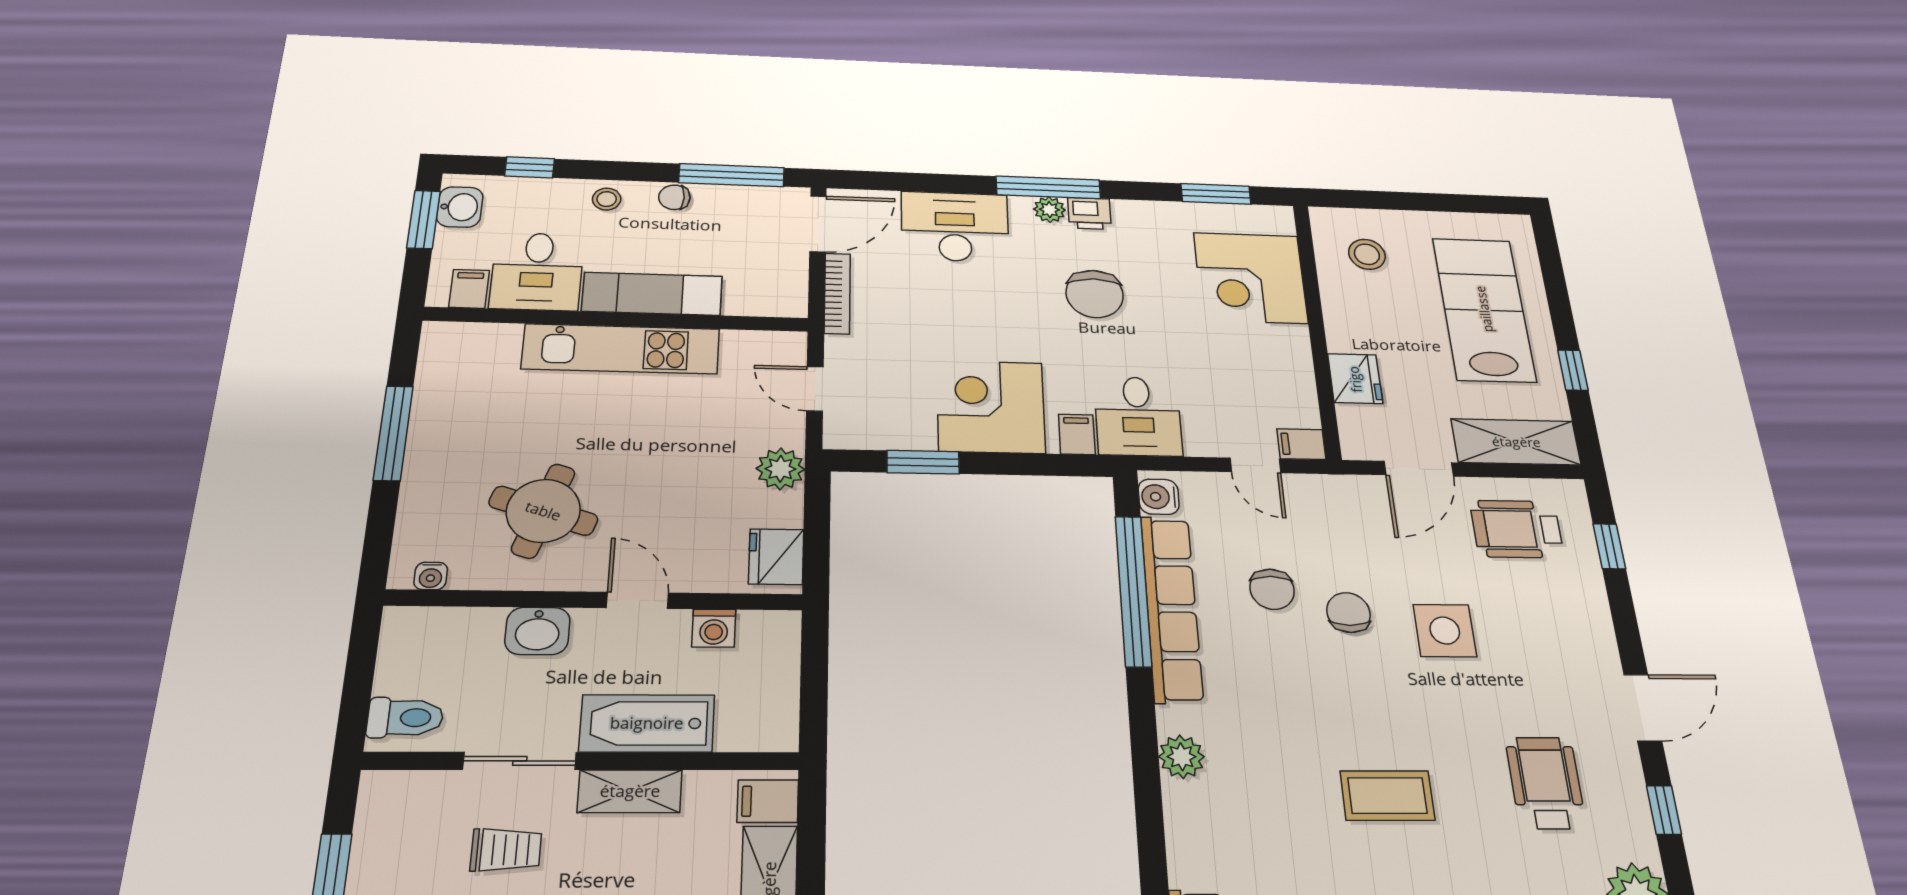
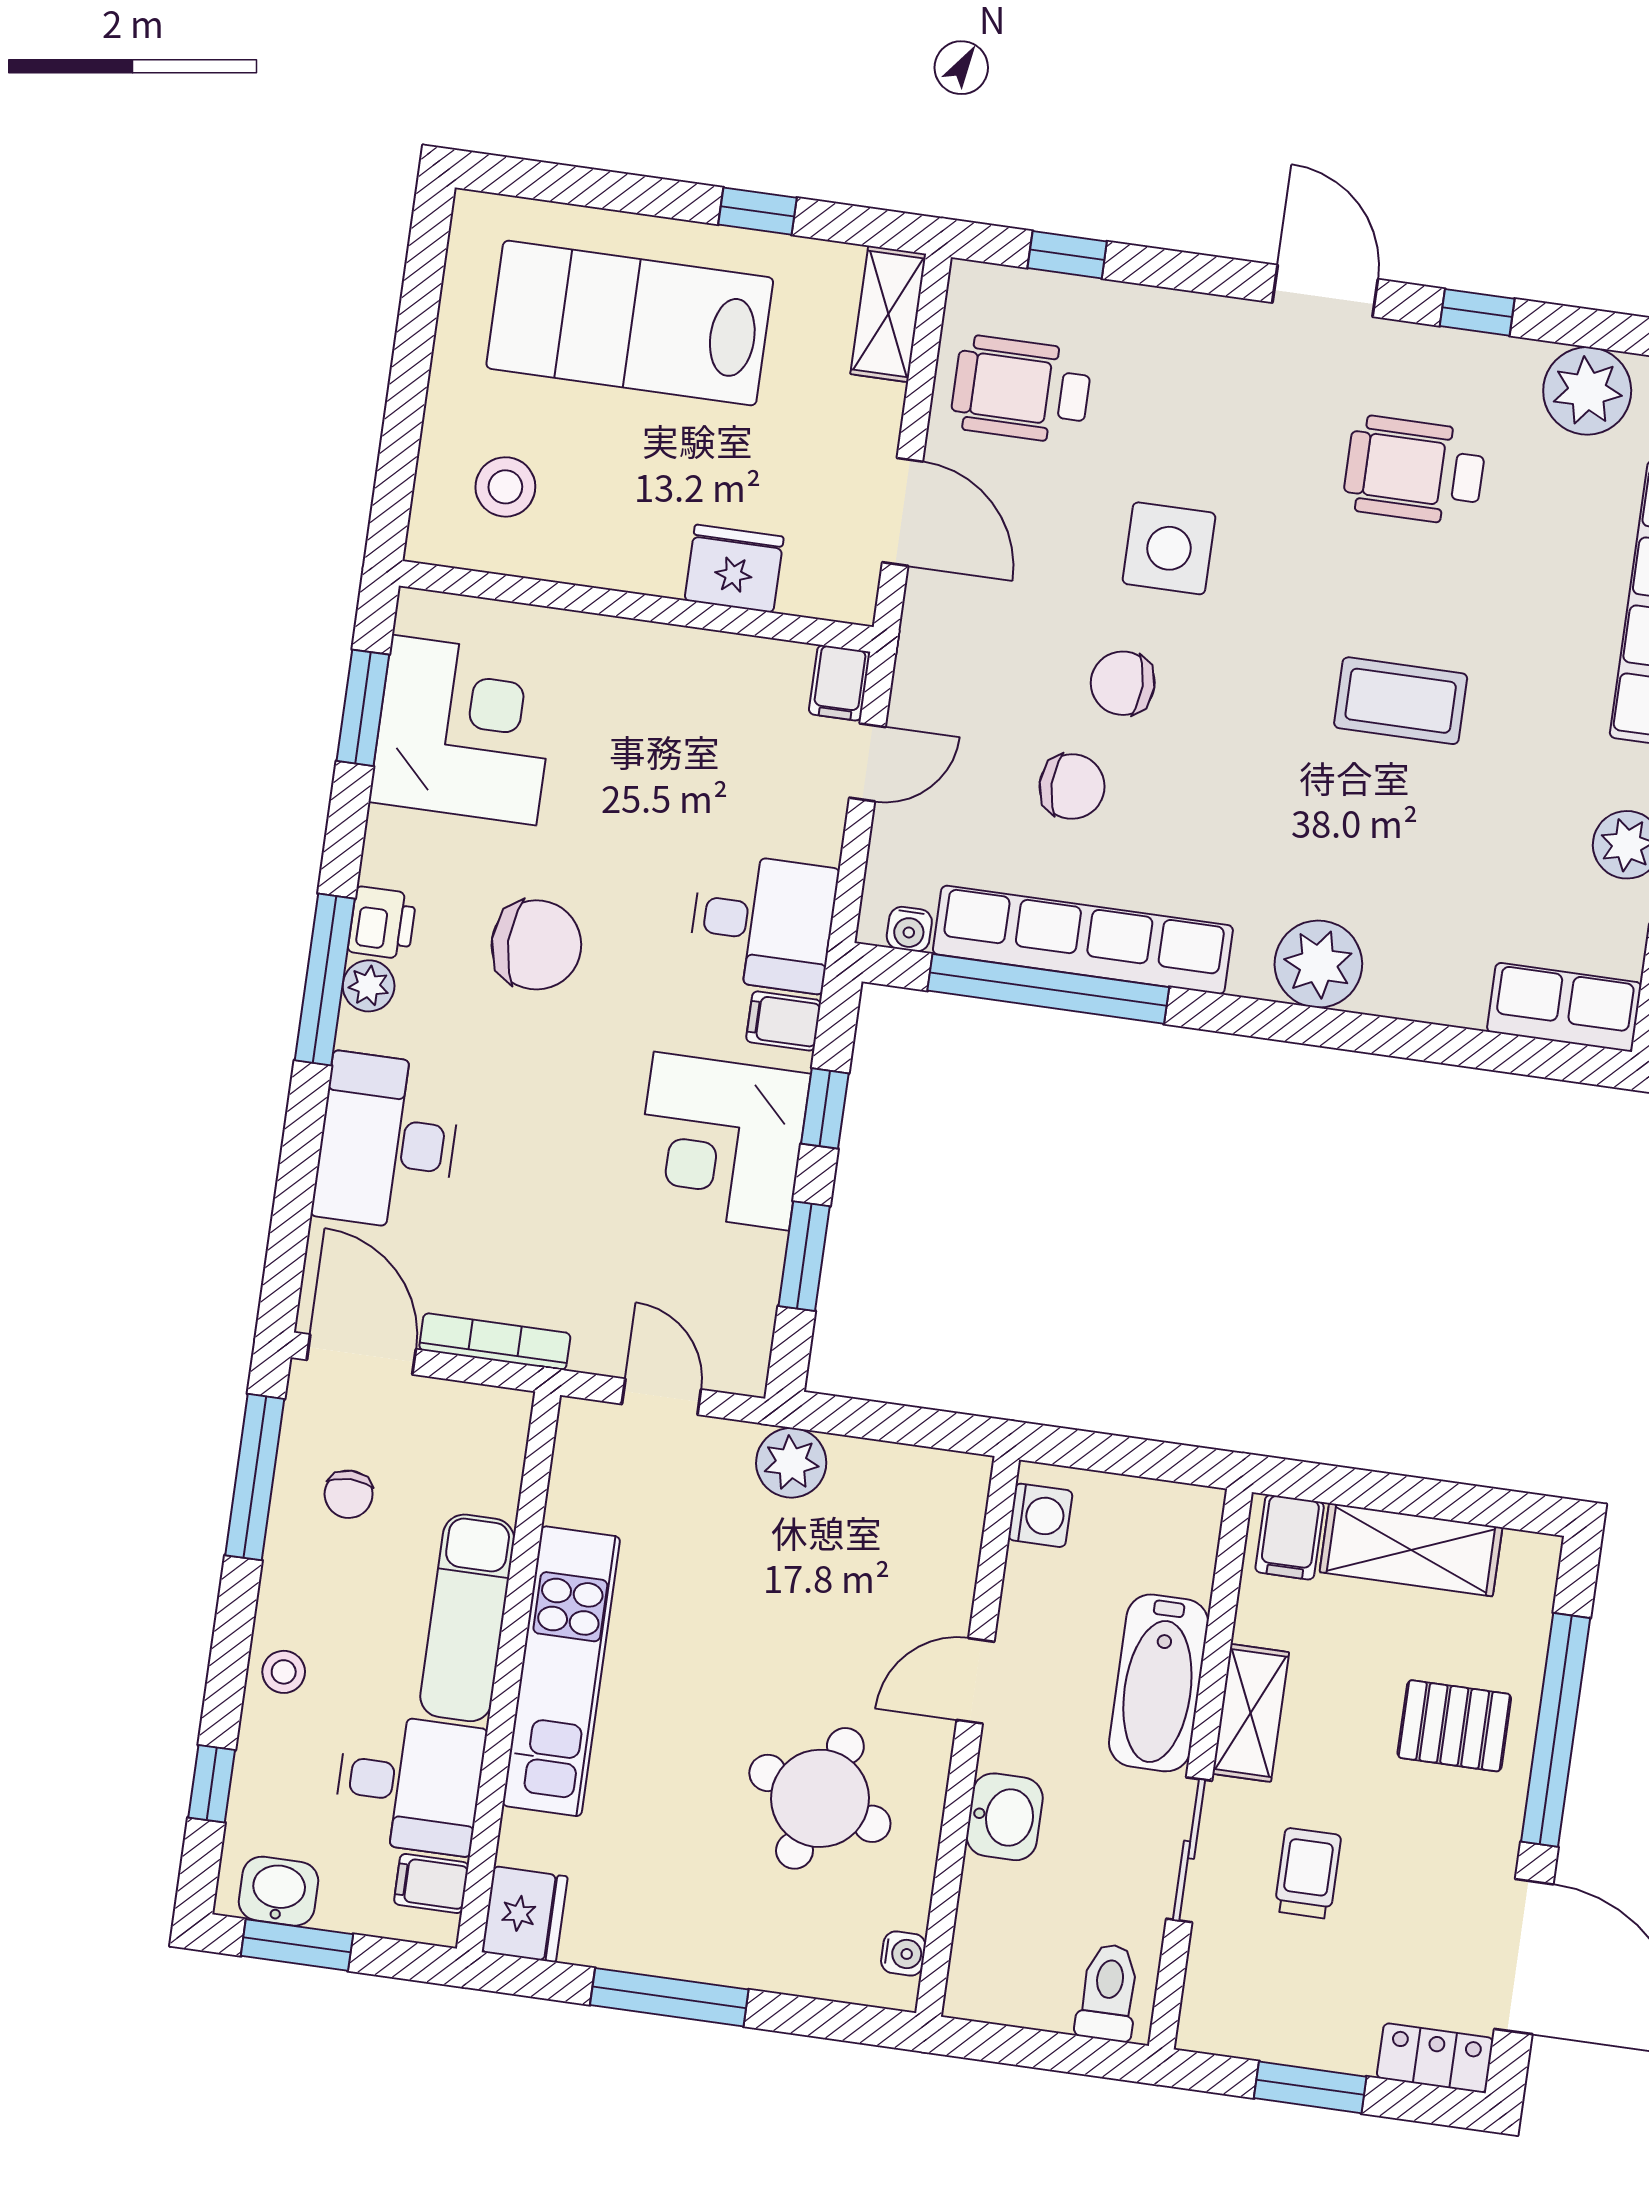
chair: (674, 197) -> (349, 1494), moved
corner desk: (1250, 278) -> (464, 730), moved, turned -90
door: (815, 389) -> (661, 1397), swing flipped
shelving: (1516, 442) -> (888, 314), width x0.67, depth x0.75
window: (1024, 464) -> (825, 1108), added
water cooler: (1159, 497) -> (909, 929), width x0.72, depth x0.72
wheelchair: (1517, 529) -> (1021, 390), turned 90
fridge: (776, 557) -> (525, 1914), moved, turned -90
washing machine: (714, 628) -> (1040, 1515), moved
plant: (1182, 757) -> (1318, 964), width x1.36, depth x1.36
coffee table: (1387, 796) -> (1401, 701), turned 90

